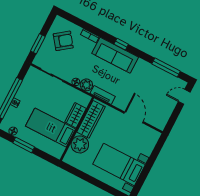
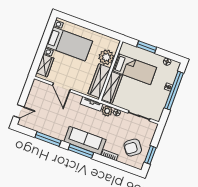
window: (38, 44) -> (150, 155), moved
window: (121, 44) -> (81, 151), width x2.17
window: (166, 67) -> (48, 139), moved
wardrobe: (75, 115) -> (112, 87), width x1.50
wardrobe: (149, 144) -> (45, 66), added
window: (24, 145) -> (147, 47), moved

